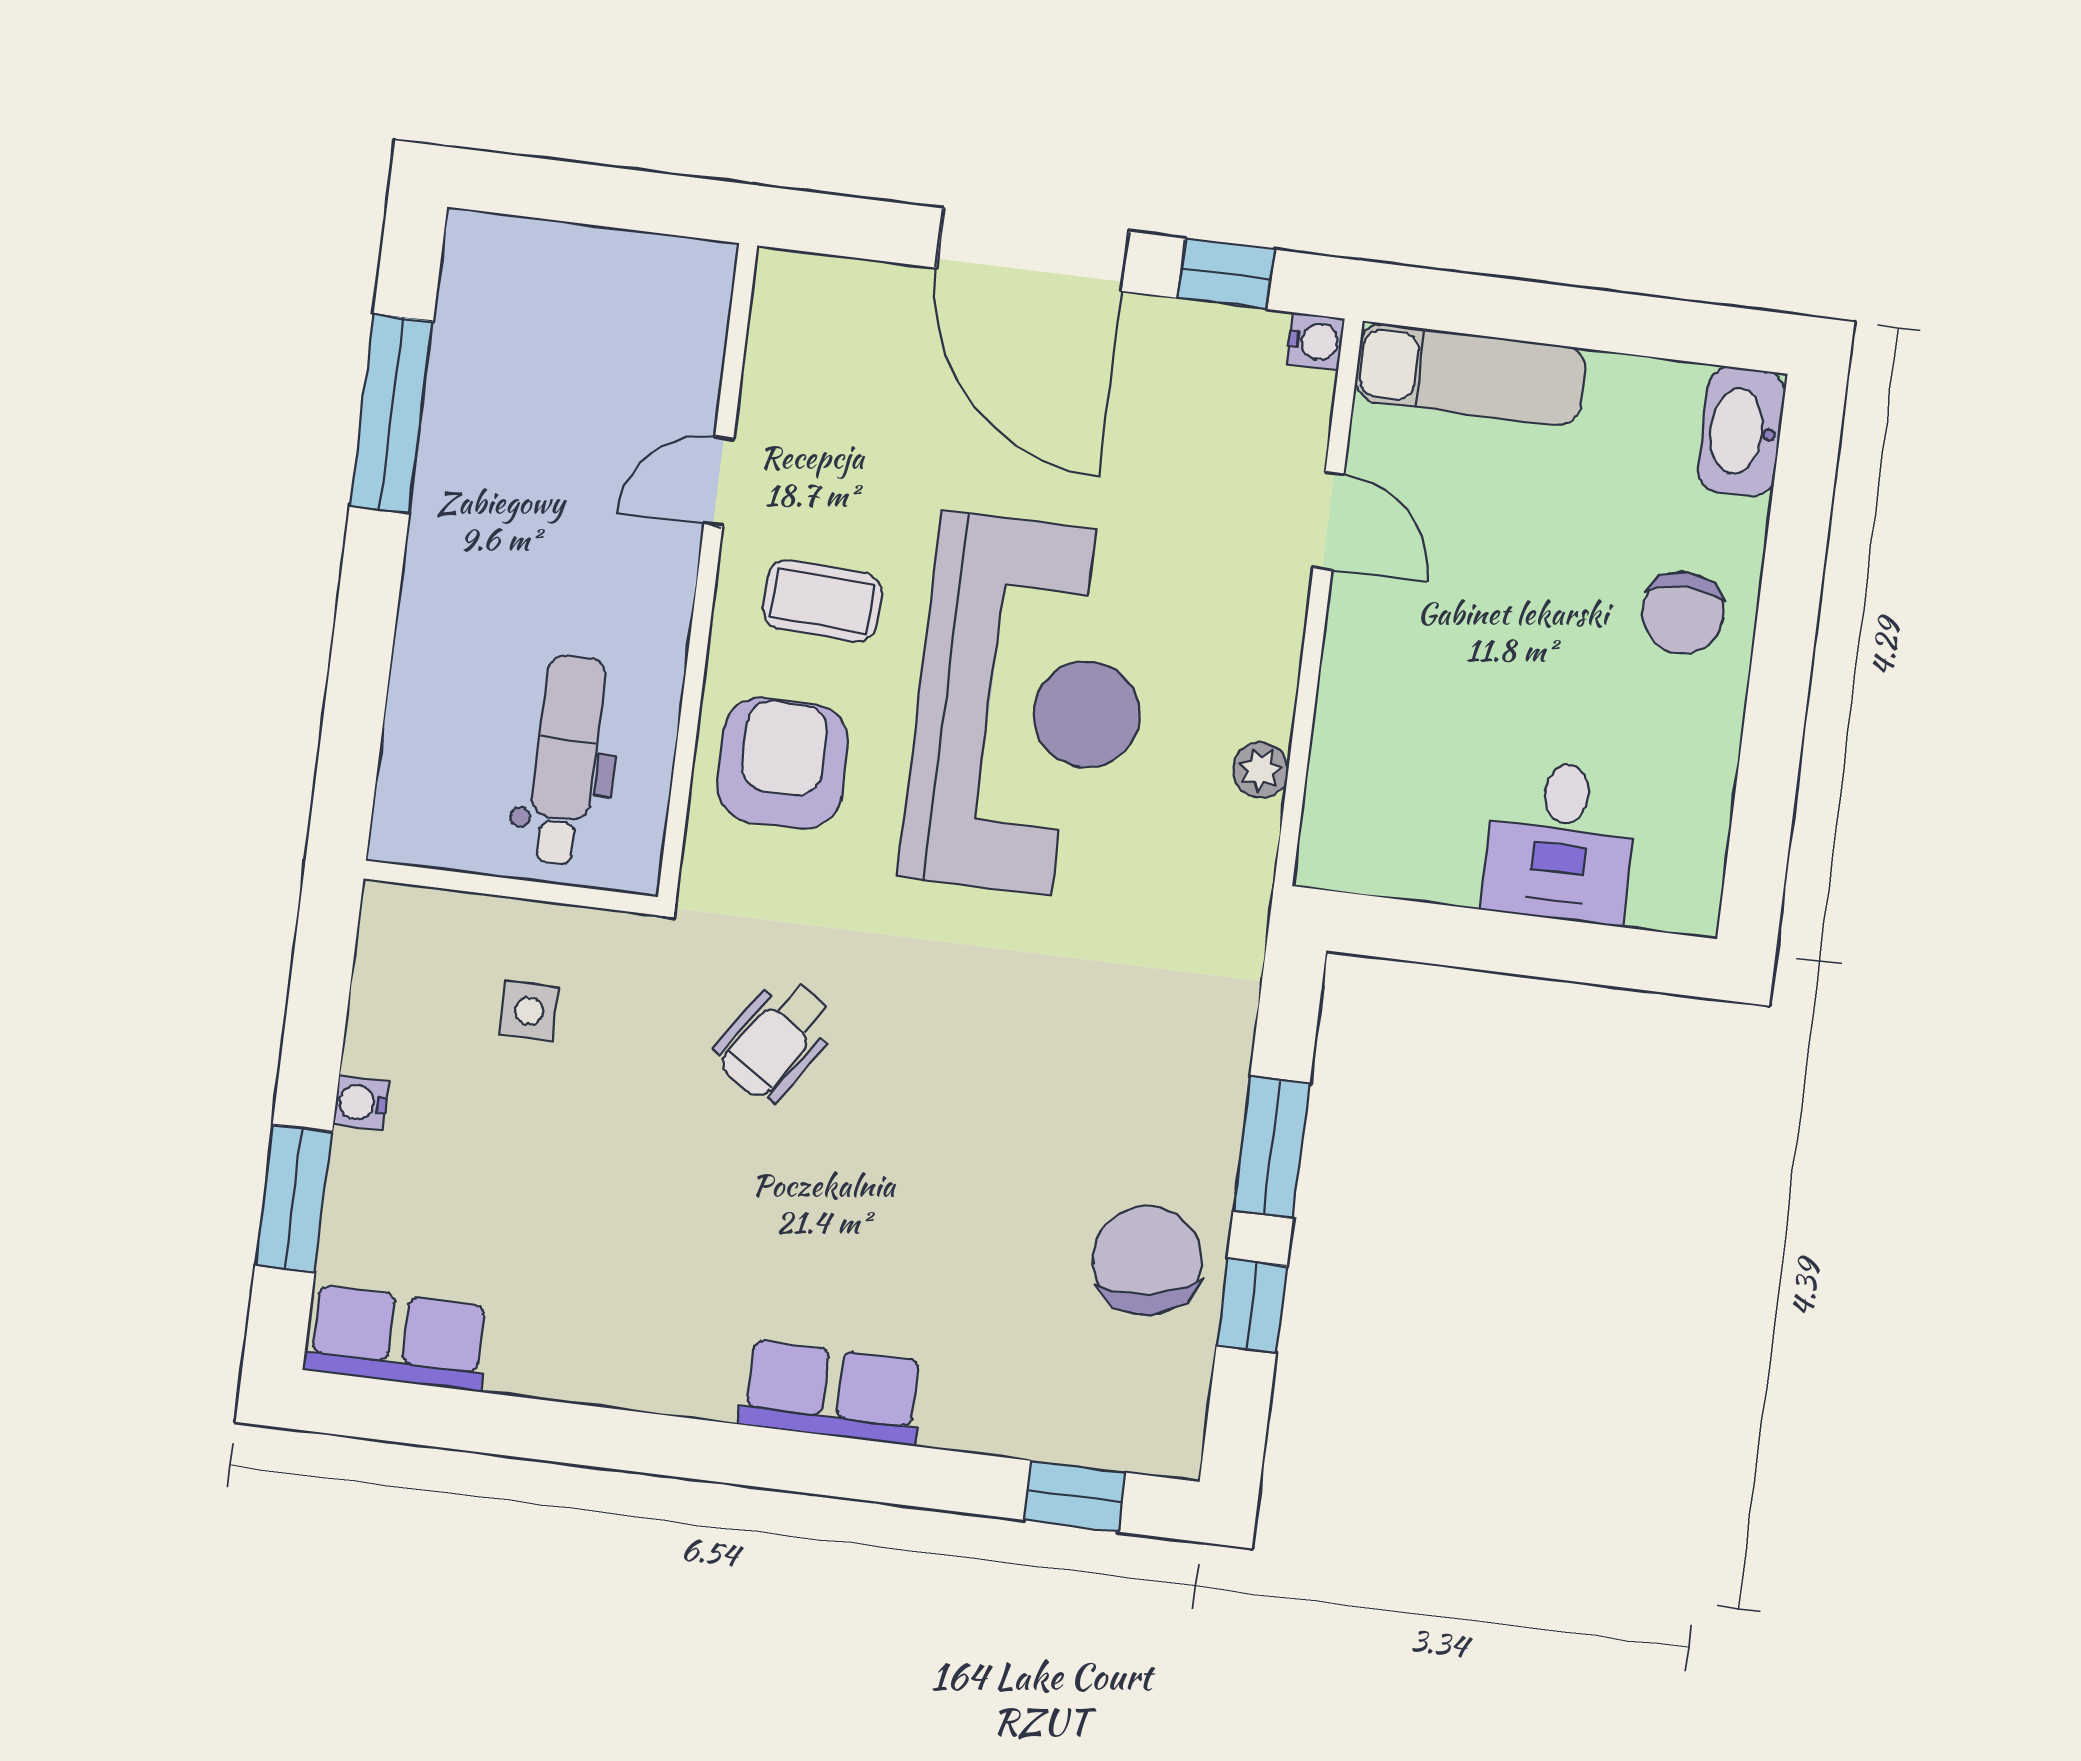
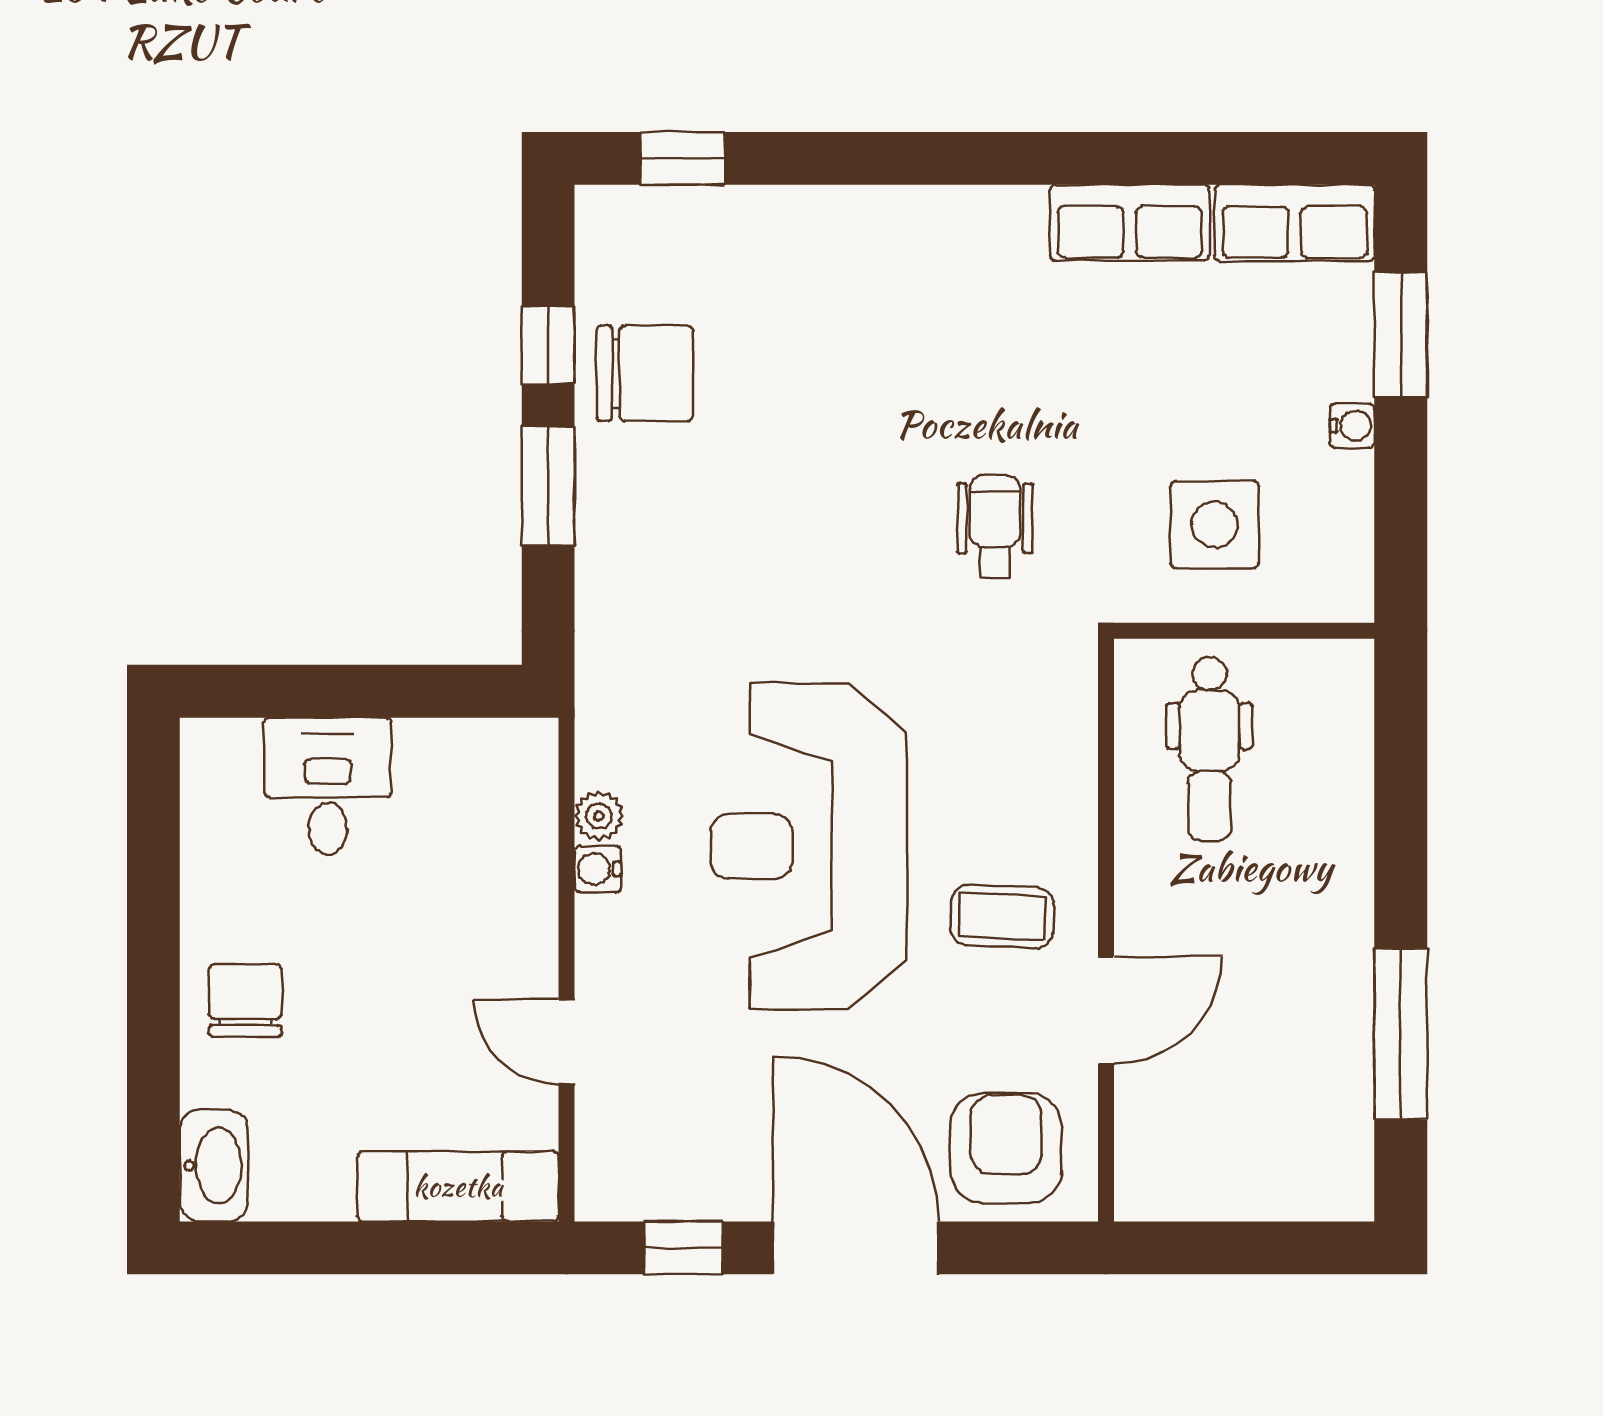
water cooler: (1315, 341) -> (598, 869), moved
door: (719, 481) -> (1106, 1010), width x1.38
armchair: (783, 763) -> (1006, 1148), moved, turned 180
side table: (529, 1011) -> (1215, 525), width x1.87, depth x1.87
wheelchair: (776, 1039) -> (995, 527), turned -34
chair: (1147, 1260) -> (645, 373), turned -79
row of seats: (832, 1393) -> (1130, 223), moved

